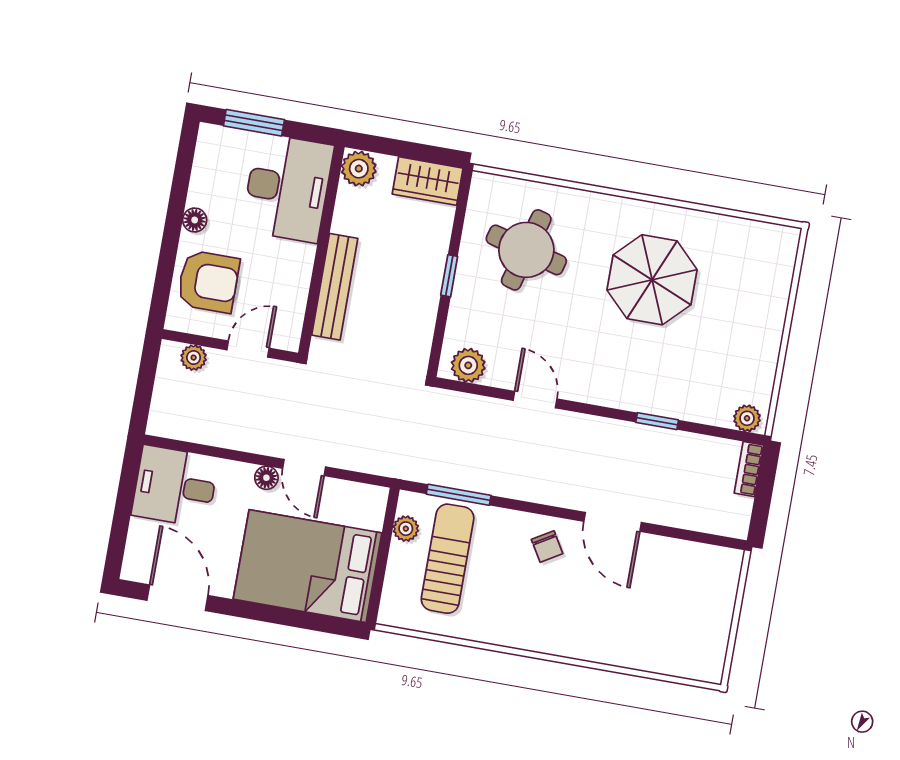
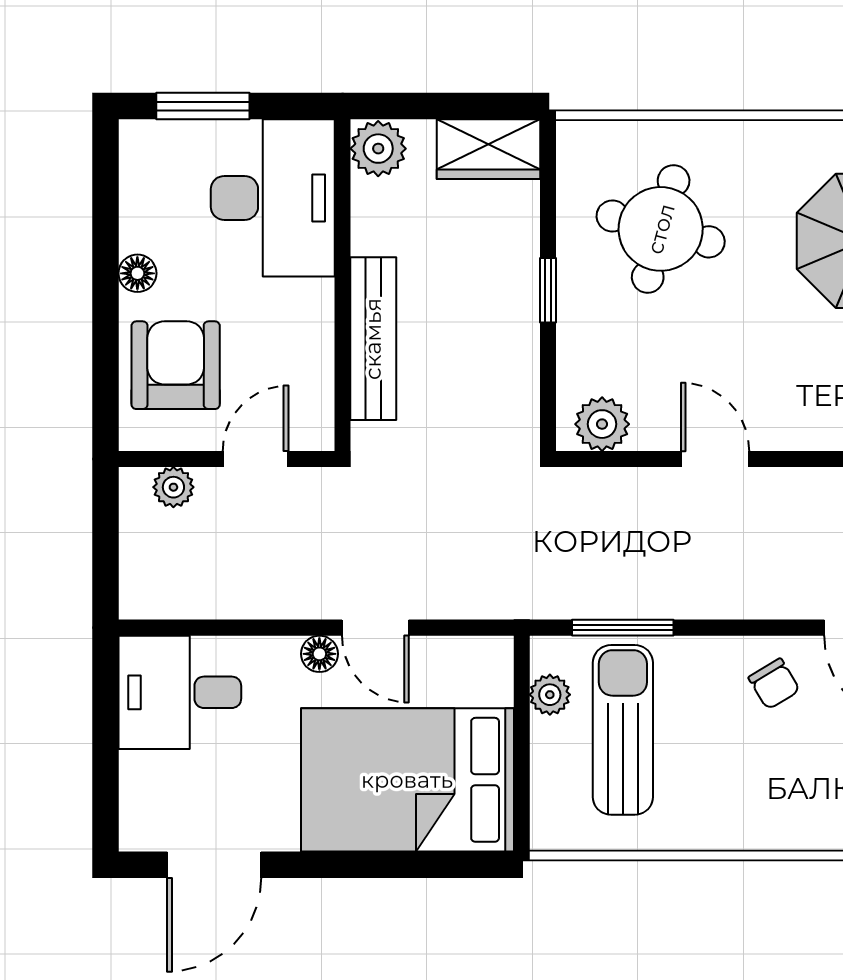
armchair: (208, 282) -> (176, 365), turned -90
door: (177, 598) -> (214, 865), swing flipped

